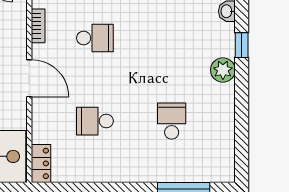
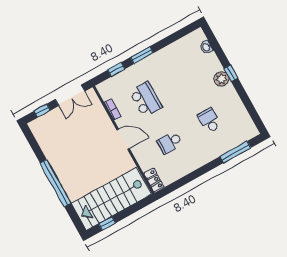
school desk: (95, 38) -> (146, 99), width x1.85
window: (242, 45) -> (231, 73), moved

